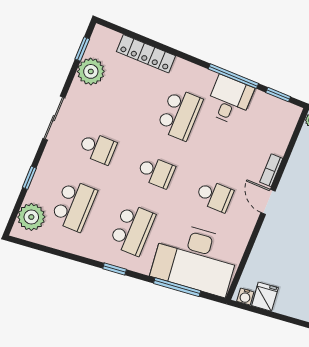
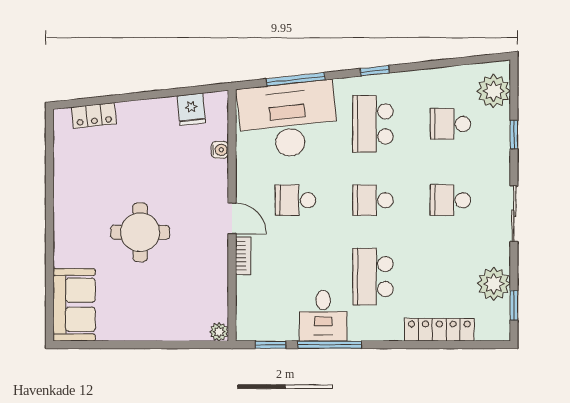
school desk: (74, 206) -> (450, 124), width x0.54
water cooler: (245, 297) -> (220, 150), moved, turned 96

